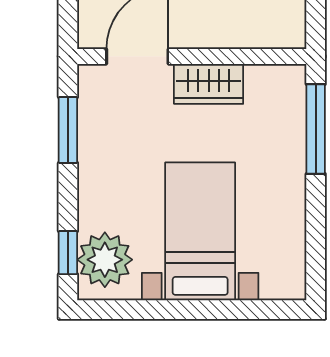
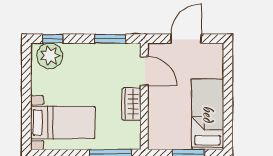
bed with nightstands: (200, 231) -> (63, 123), moved

